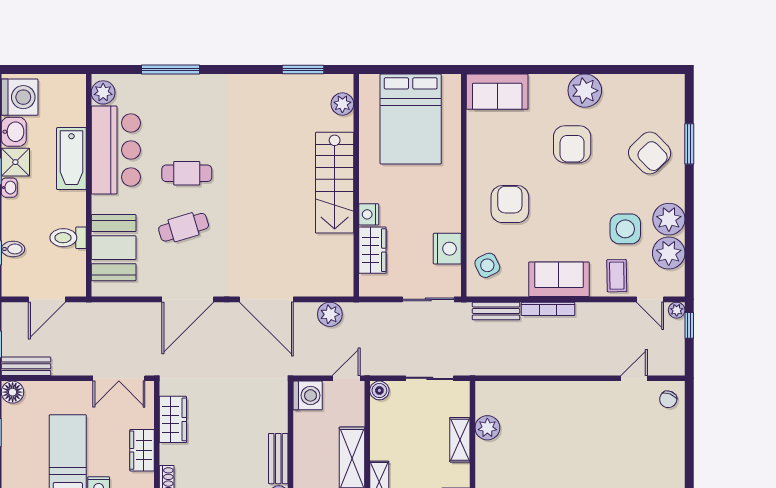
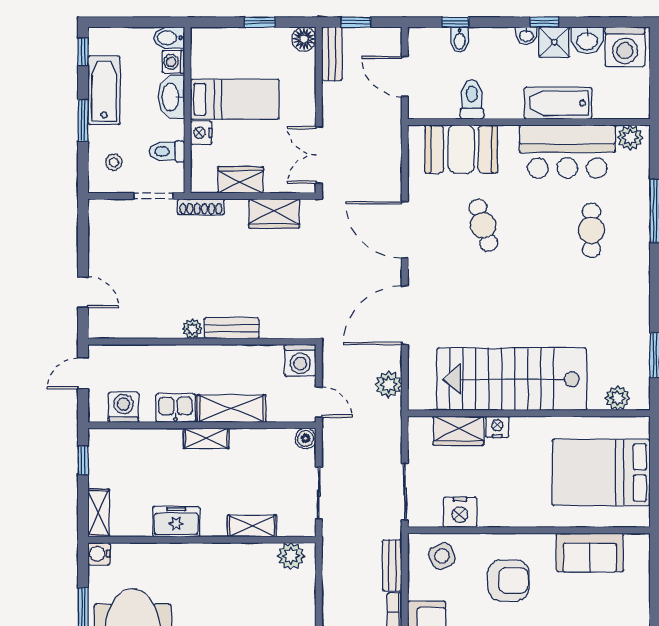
sofa: (497, 92) -> (590, 552), moved, turned -90
cafe table: (187, 173) -> (591, 230), moved
stairs: (335, 183) -> (512, 379), width x1.36, depth x1.51
plant: (487, 428) -> (291, 556), moved

